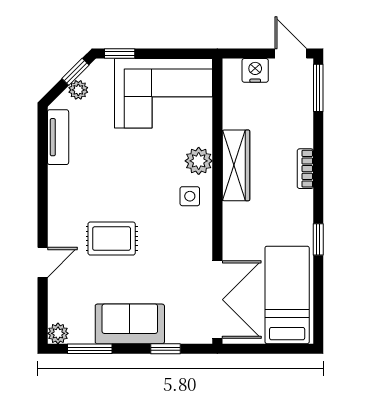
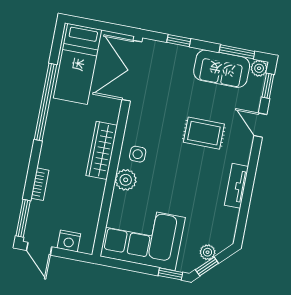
tv unit: (58, 137) -> (236, 186), moved
wardrobe: (236, 165) -> (102, 150), moved
bookcase: (305, 169) -> (40, 184), moved
window: (318, 239) -> (45, 102), width x3.17
door: (43, 262) -> (260, 125), hinge flipped
window: (43, 314) -> (268, 86), added
sofa: (130, 324) -> (222, 69), moved

